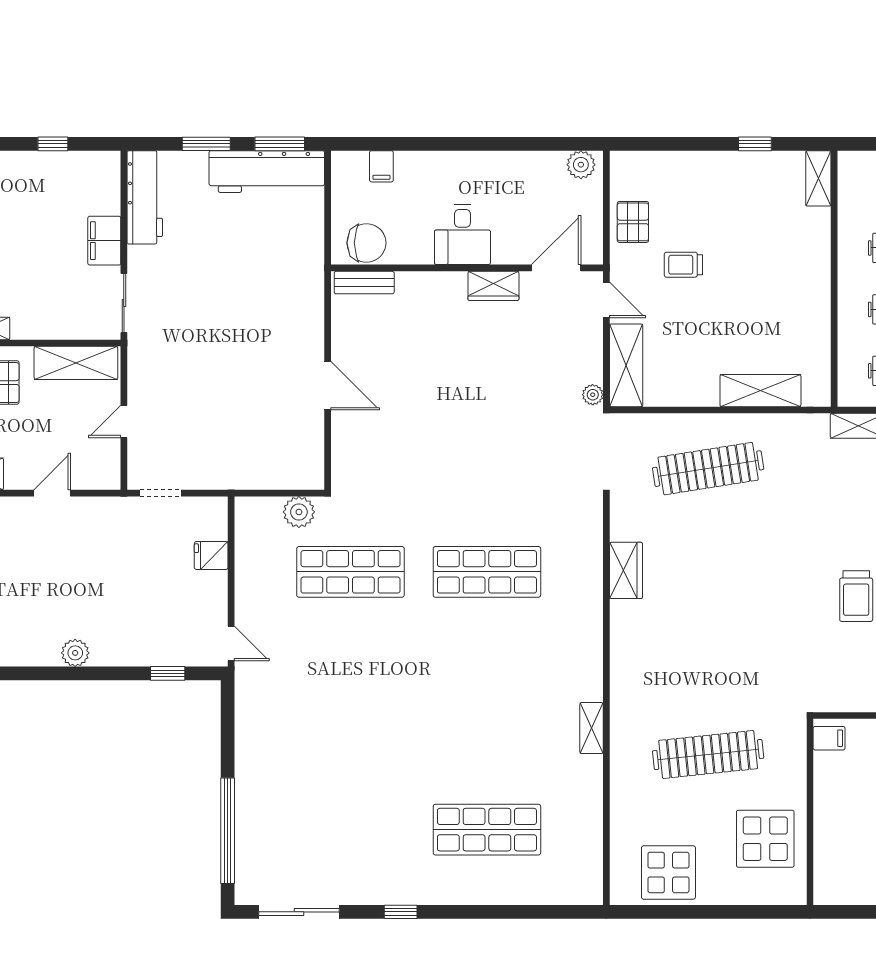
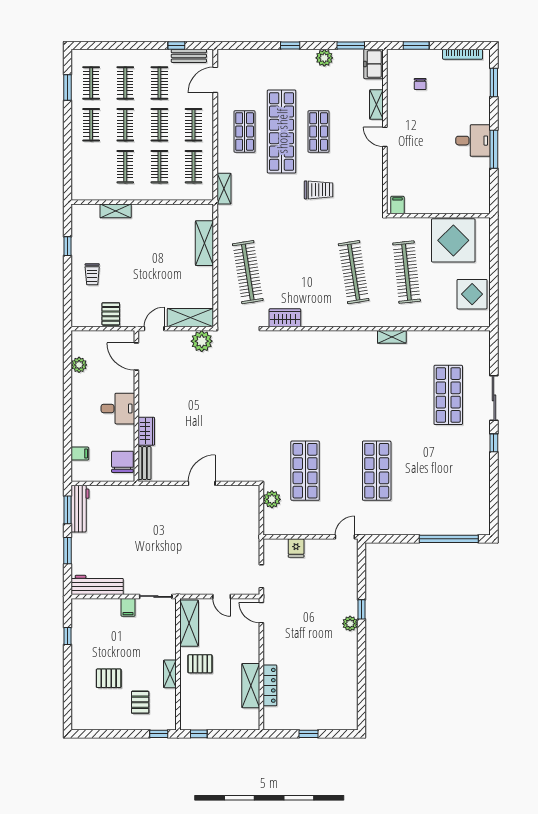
plant: (581, 165) -> (79, 365), moved
workbench: (267, 172) -> (80, 509), width x0.73, depth x0.76
shelving: (818, 178) -> (116, 211), moved
pallet: (633, 222) -> (111, 314), turned 90
filing cabinet: (104, 241) -> (128, 607), width x0.50
trolley: (683, 265) -> (92, 274), moved
wardrobe: (493, 286) -> (146, 431), moved
plant: (593, 395) -> (202, 341), width x1.87, depth x1.87
door: (52, 493) -> (261, 613), moved
wardrobe: (626, 570) -> (285, 318), moved
shop shelf: (487, 572) -> (377, 471), moved
clothes rail: (708, 659) -> (354, 272), added
window: (168, 673) -> (361, 609), moved
display table: (765, 839) -> (453, 240), width x1.36, depth x1.36
sliding door: (299, 912) -> (494, 398), moved

